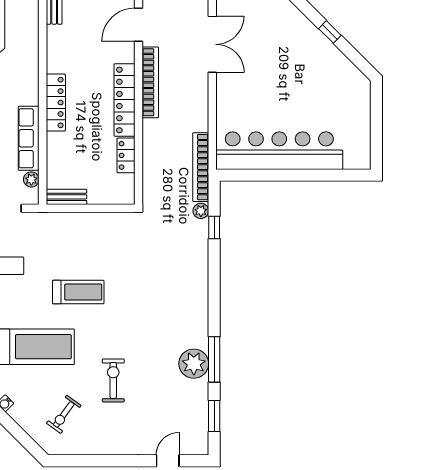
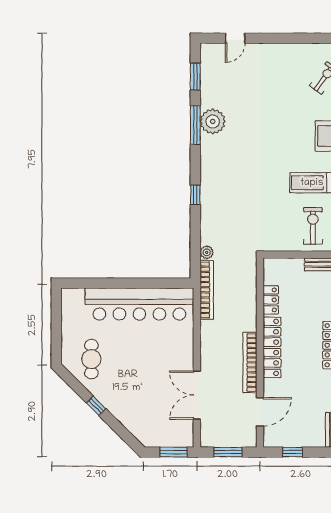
cafe table: (335, 86) -> (91, 359), added
window: (214, 228) -> (195, 195), moved
exercise bike: (113, 380) -> (313, 226), moved, turned 180

